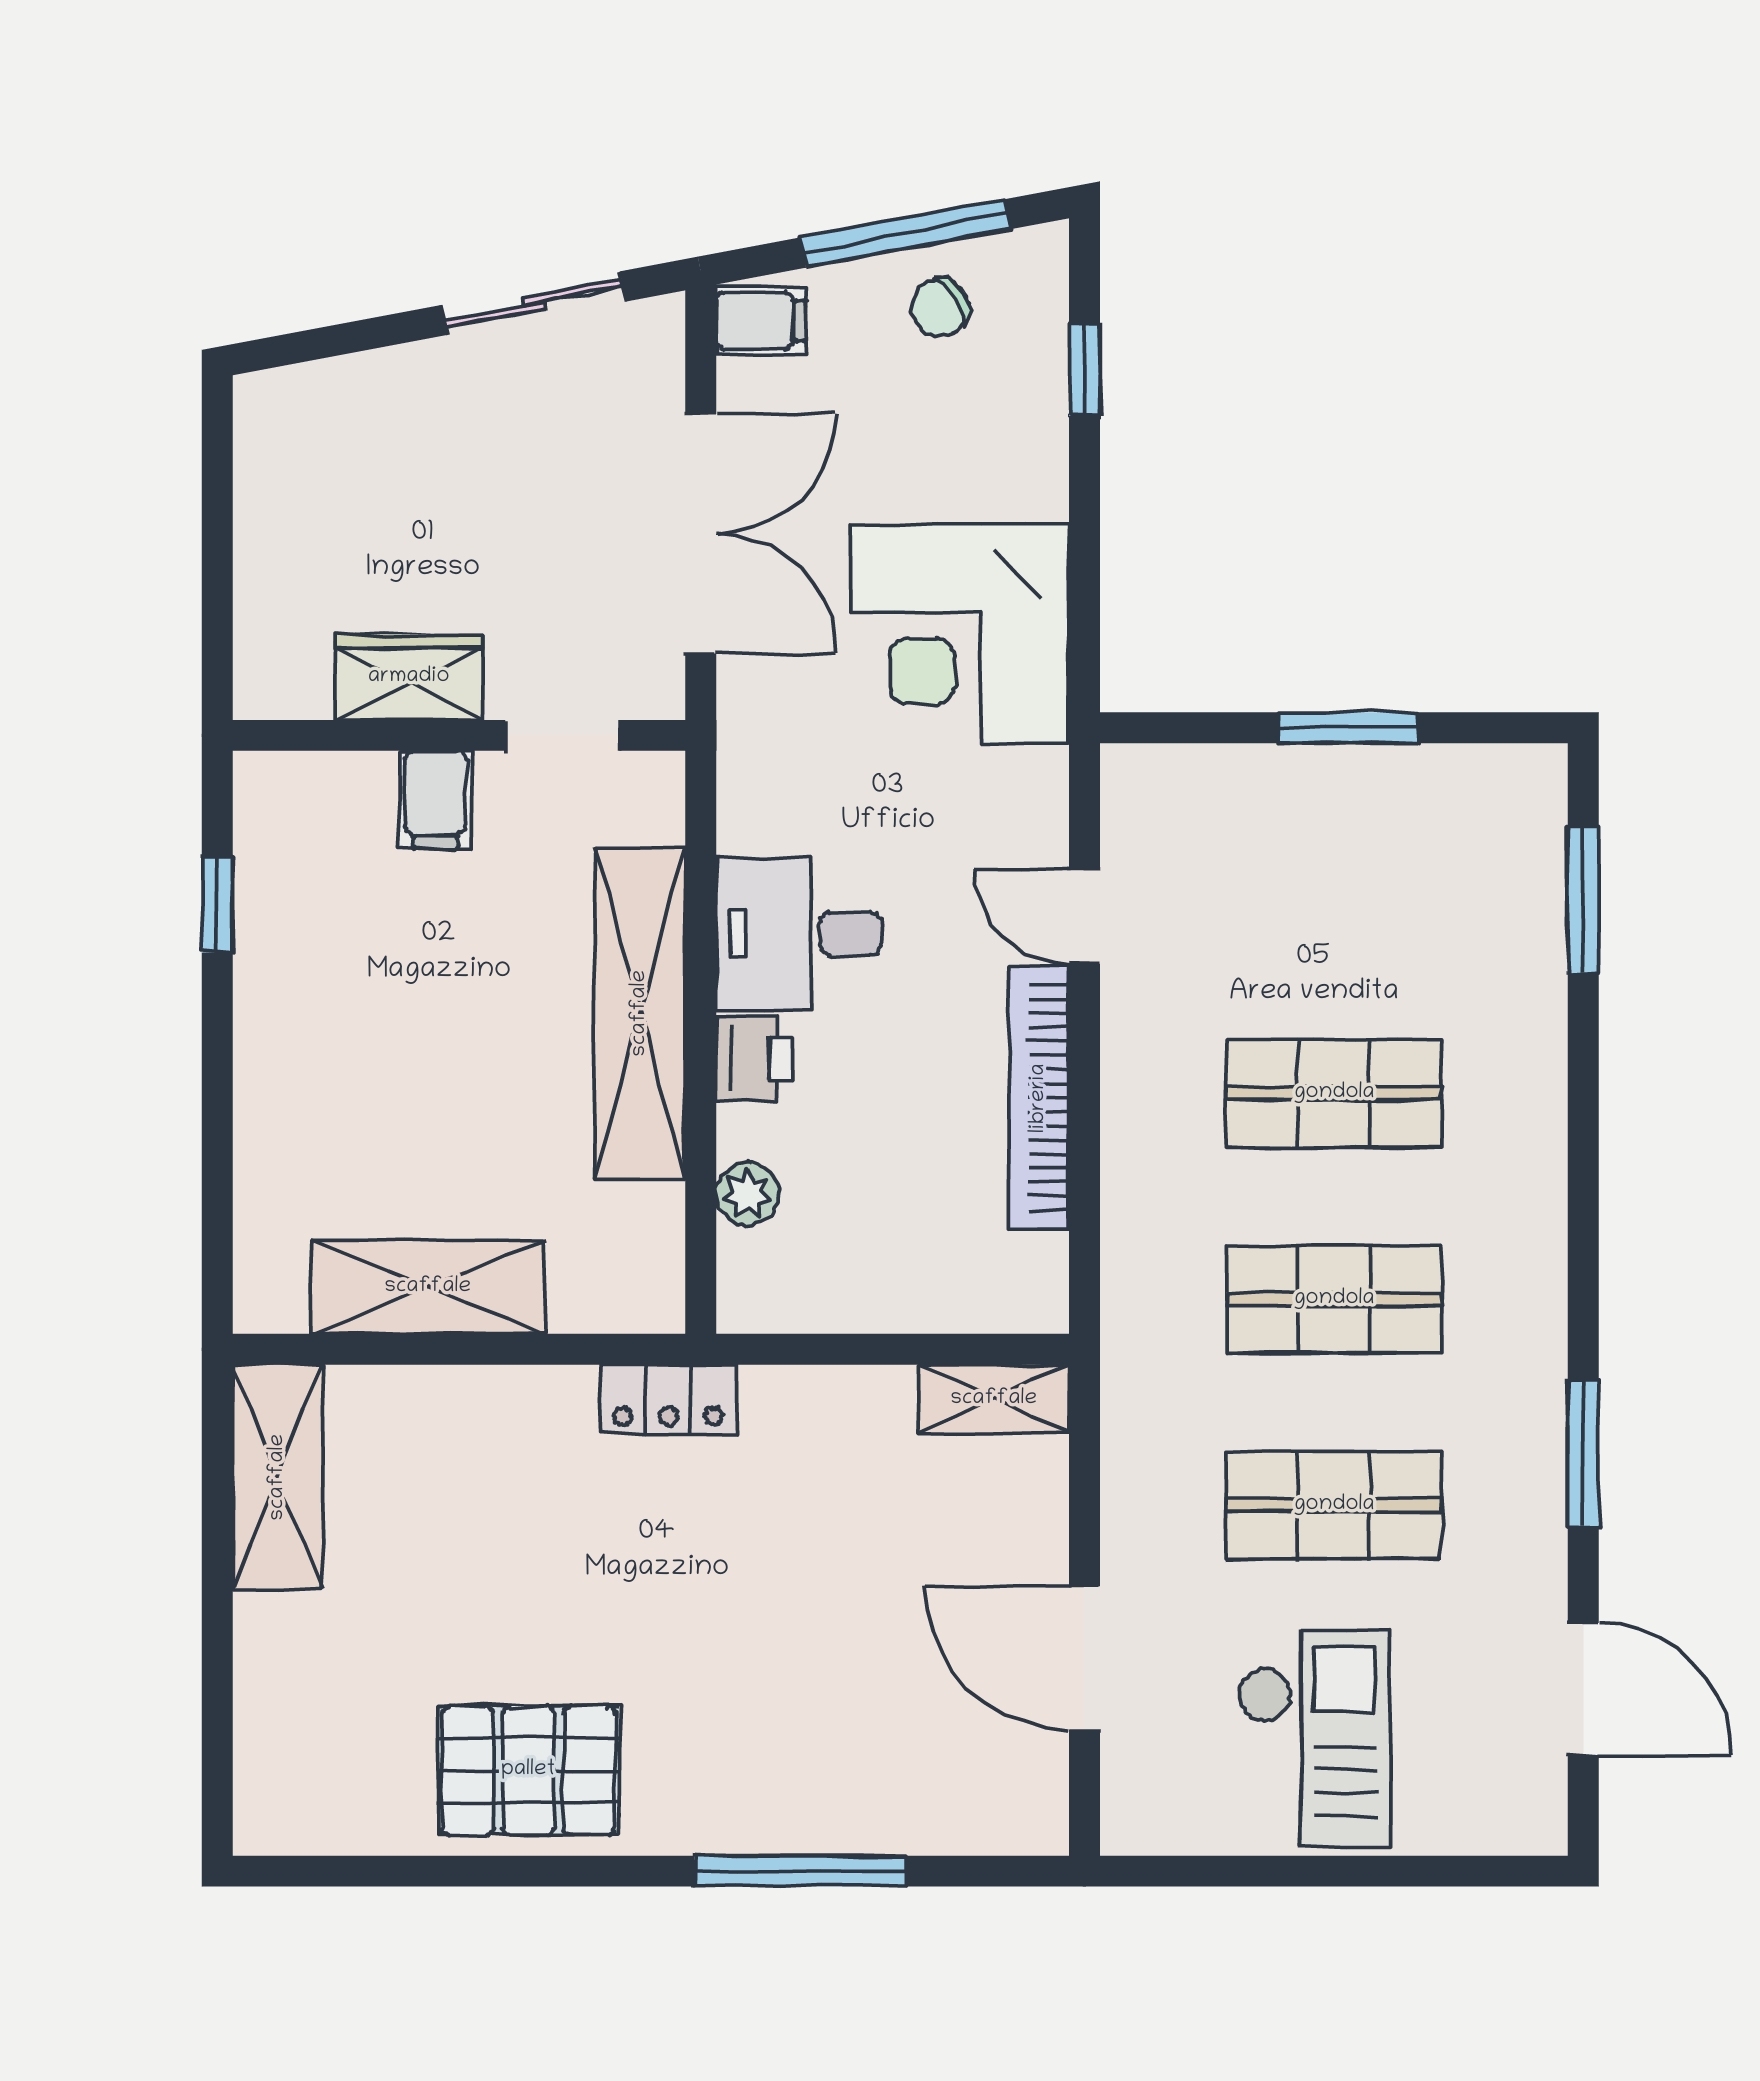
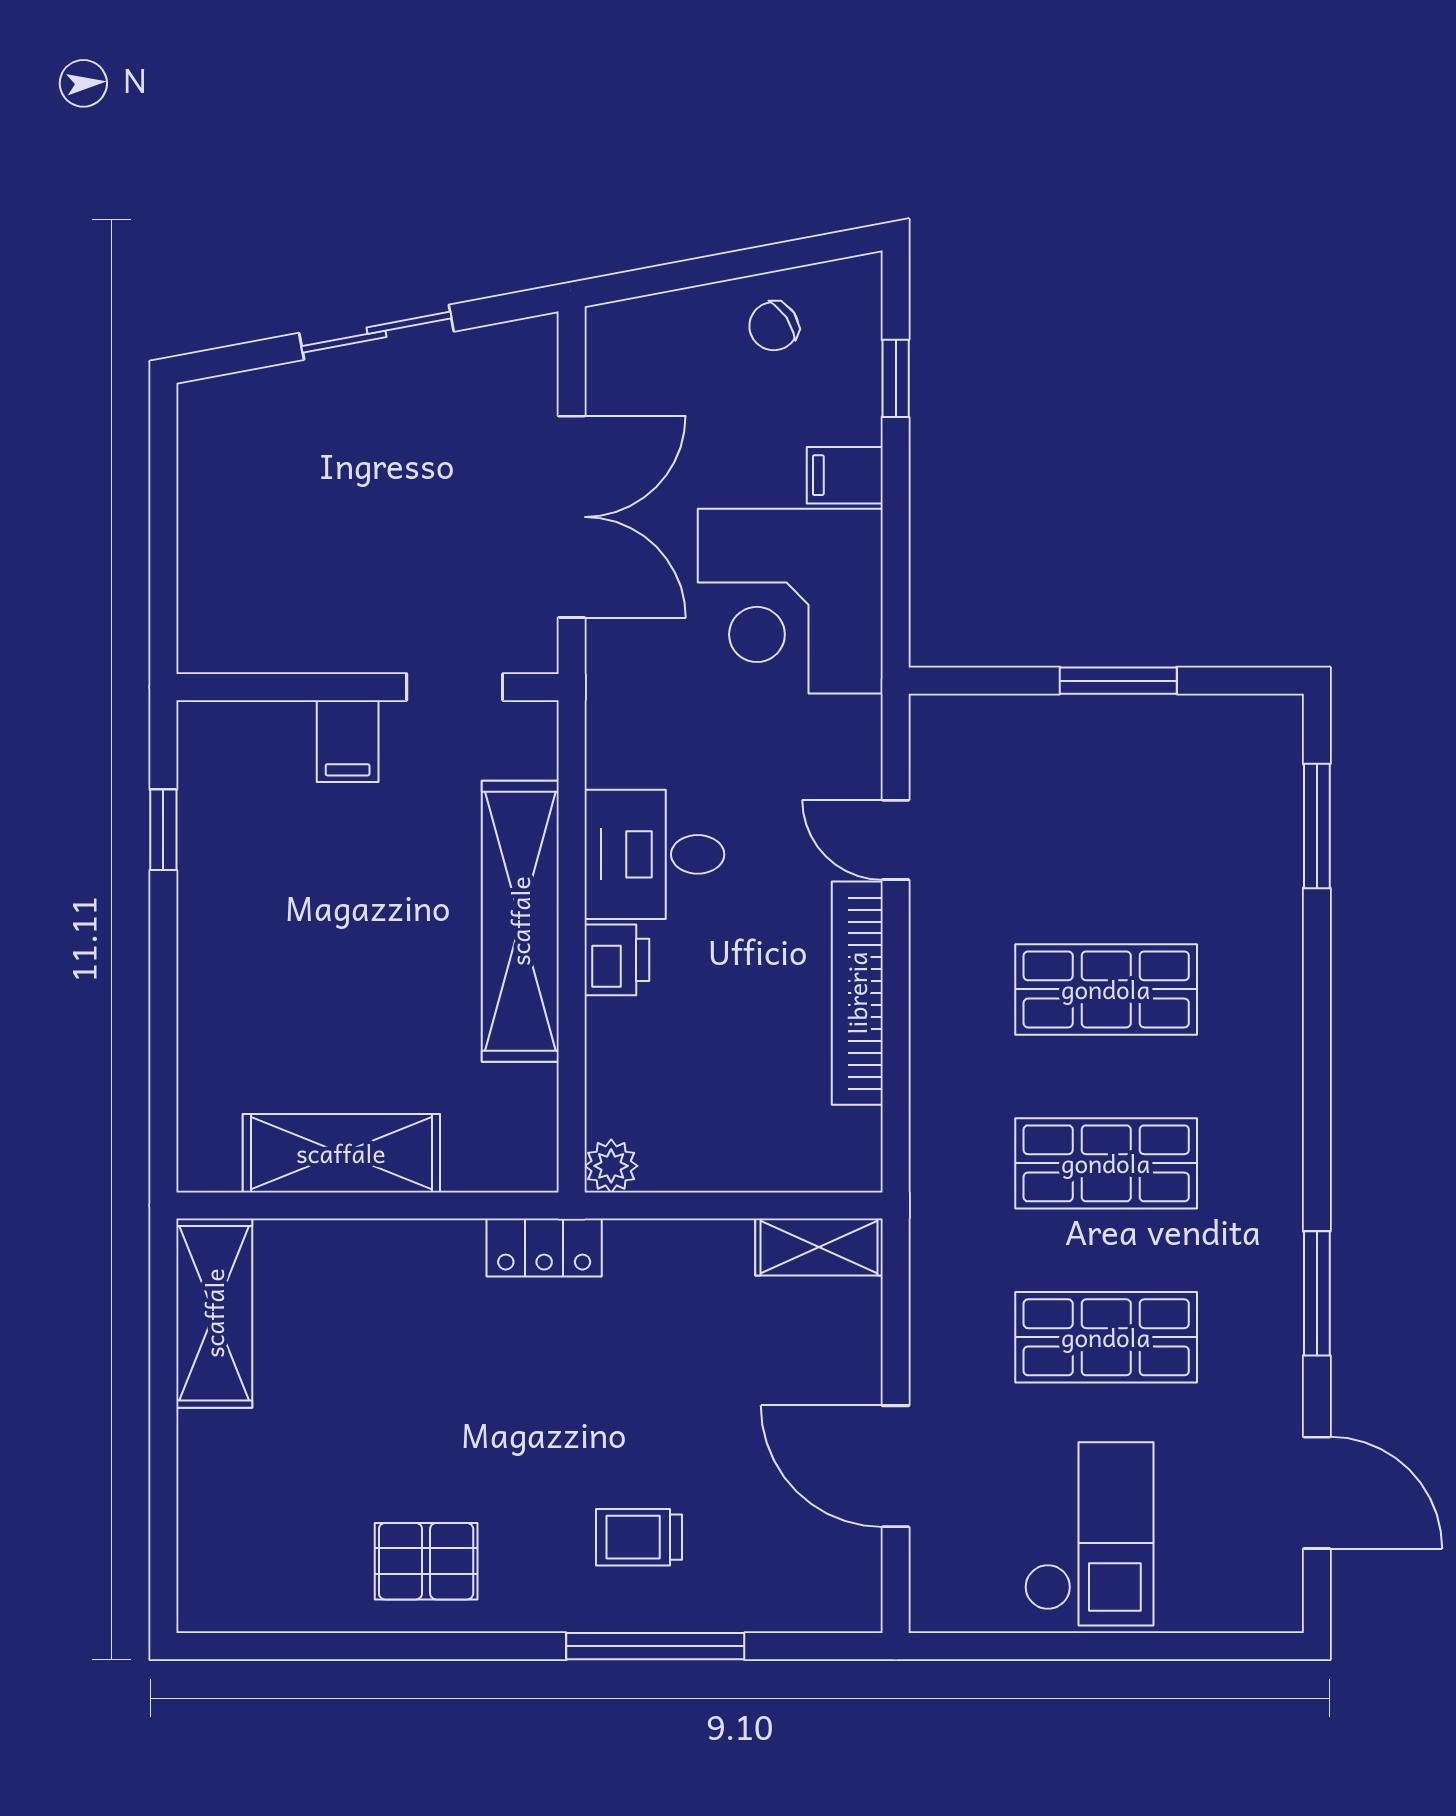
window: (905, 233) -> (744, 263), removed
sliding door: (534, 303) -> (376, 332), moved
filing cabinet: (761, 321) -> (845, 475), moved, turned 180
wardrobe: (409, 677) -> (325, 638), removed
plant: (748, 1194) -> (611, 1166), moved
trolley: (781, 1742) -> (639, 1537), added
pallet: (528, 1770) -> (426, 1561), width x0.67, depth x0.71

